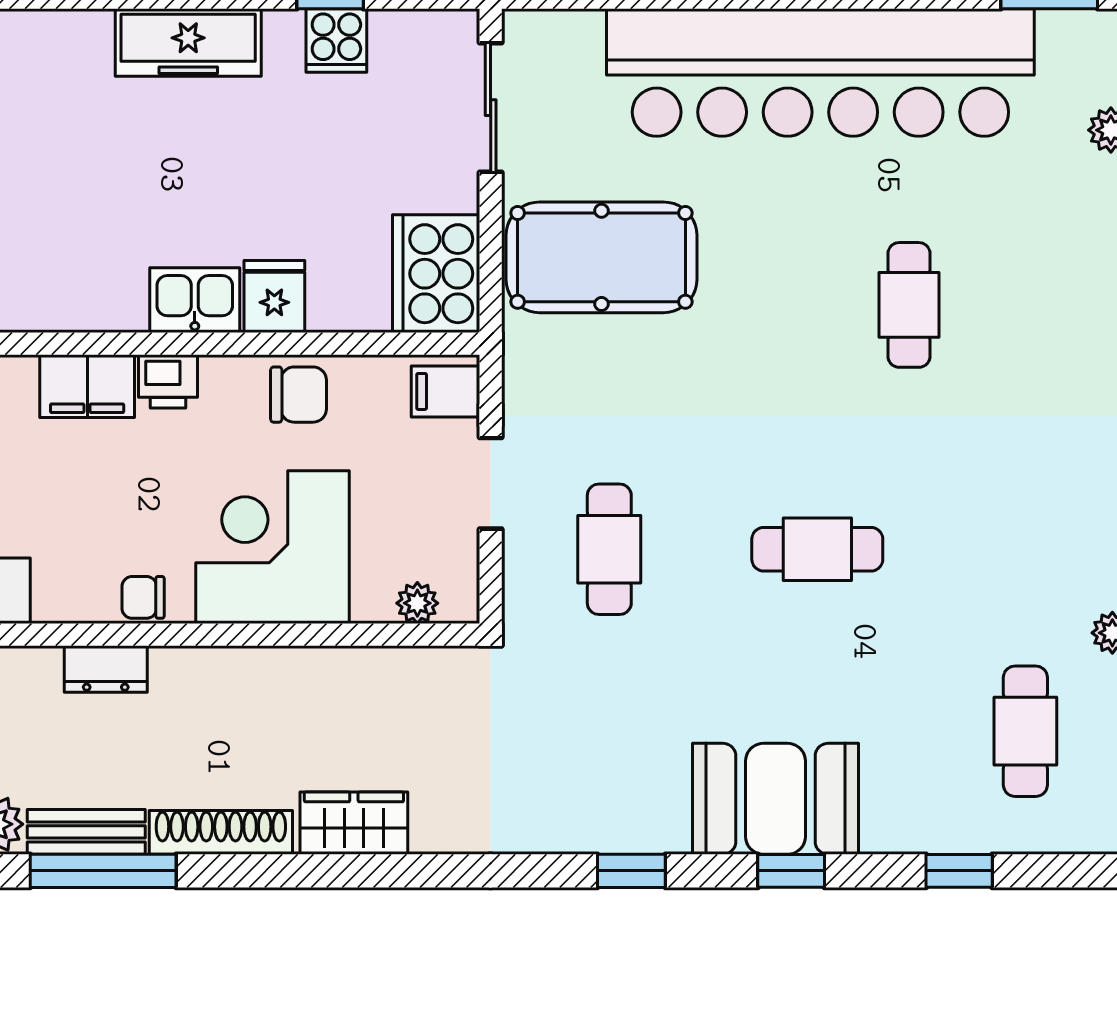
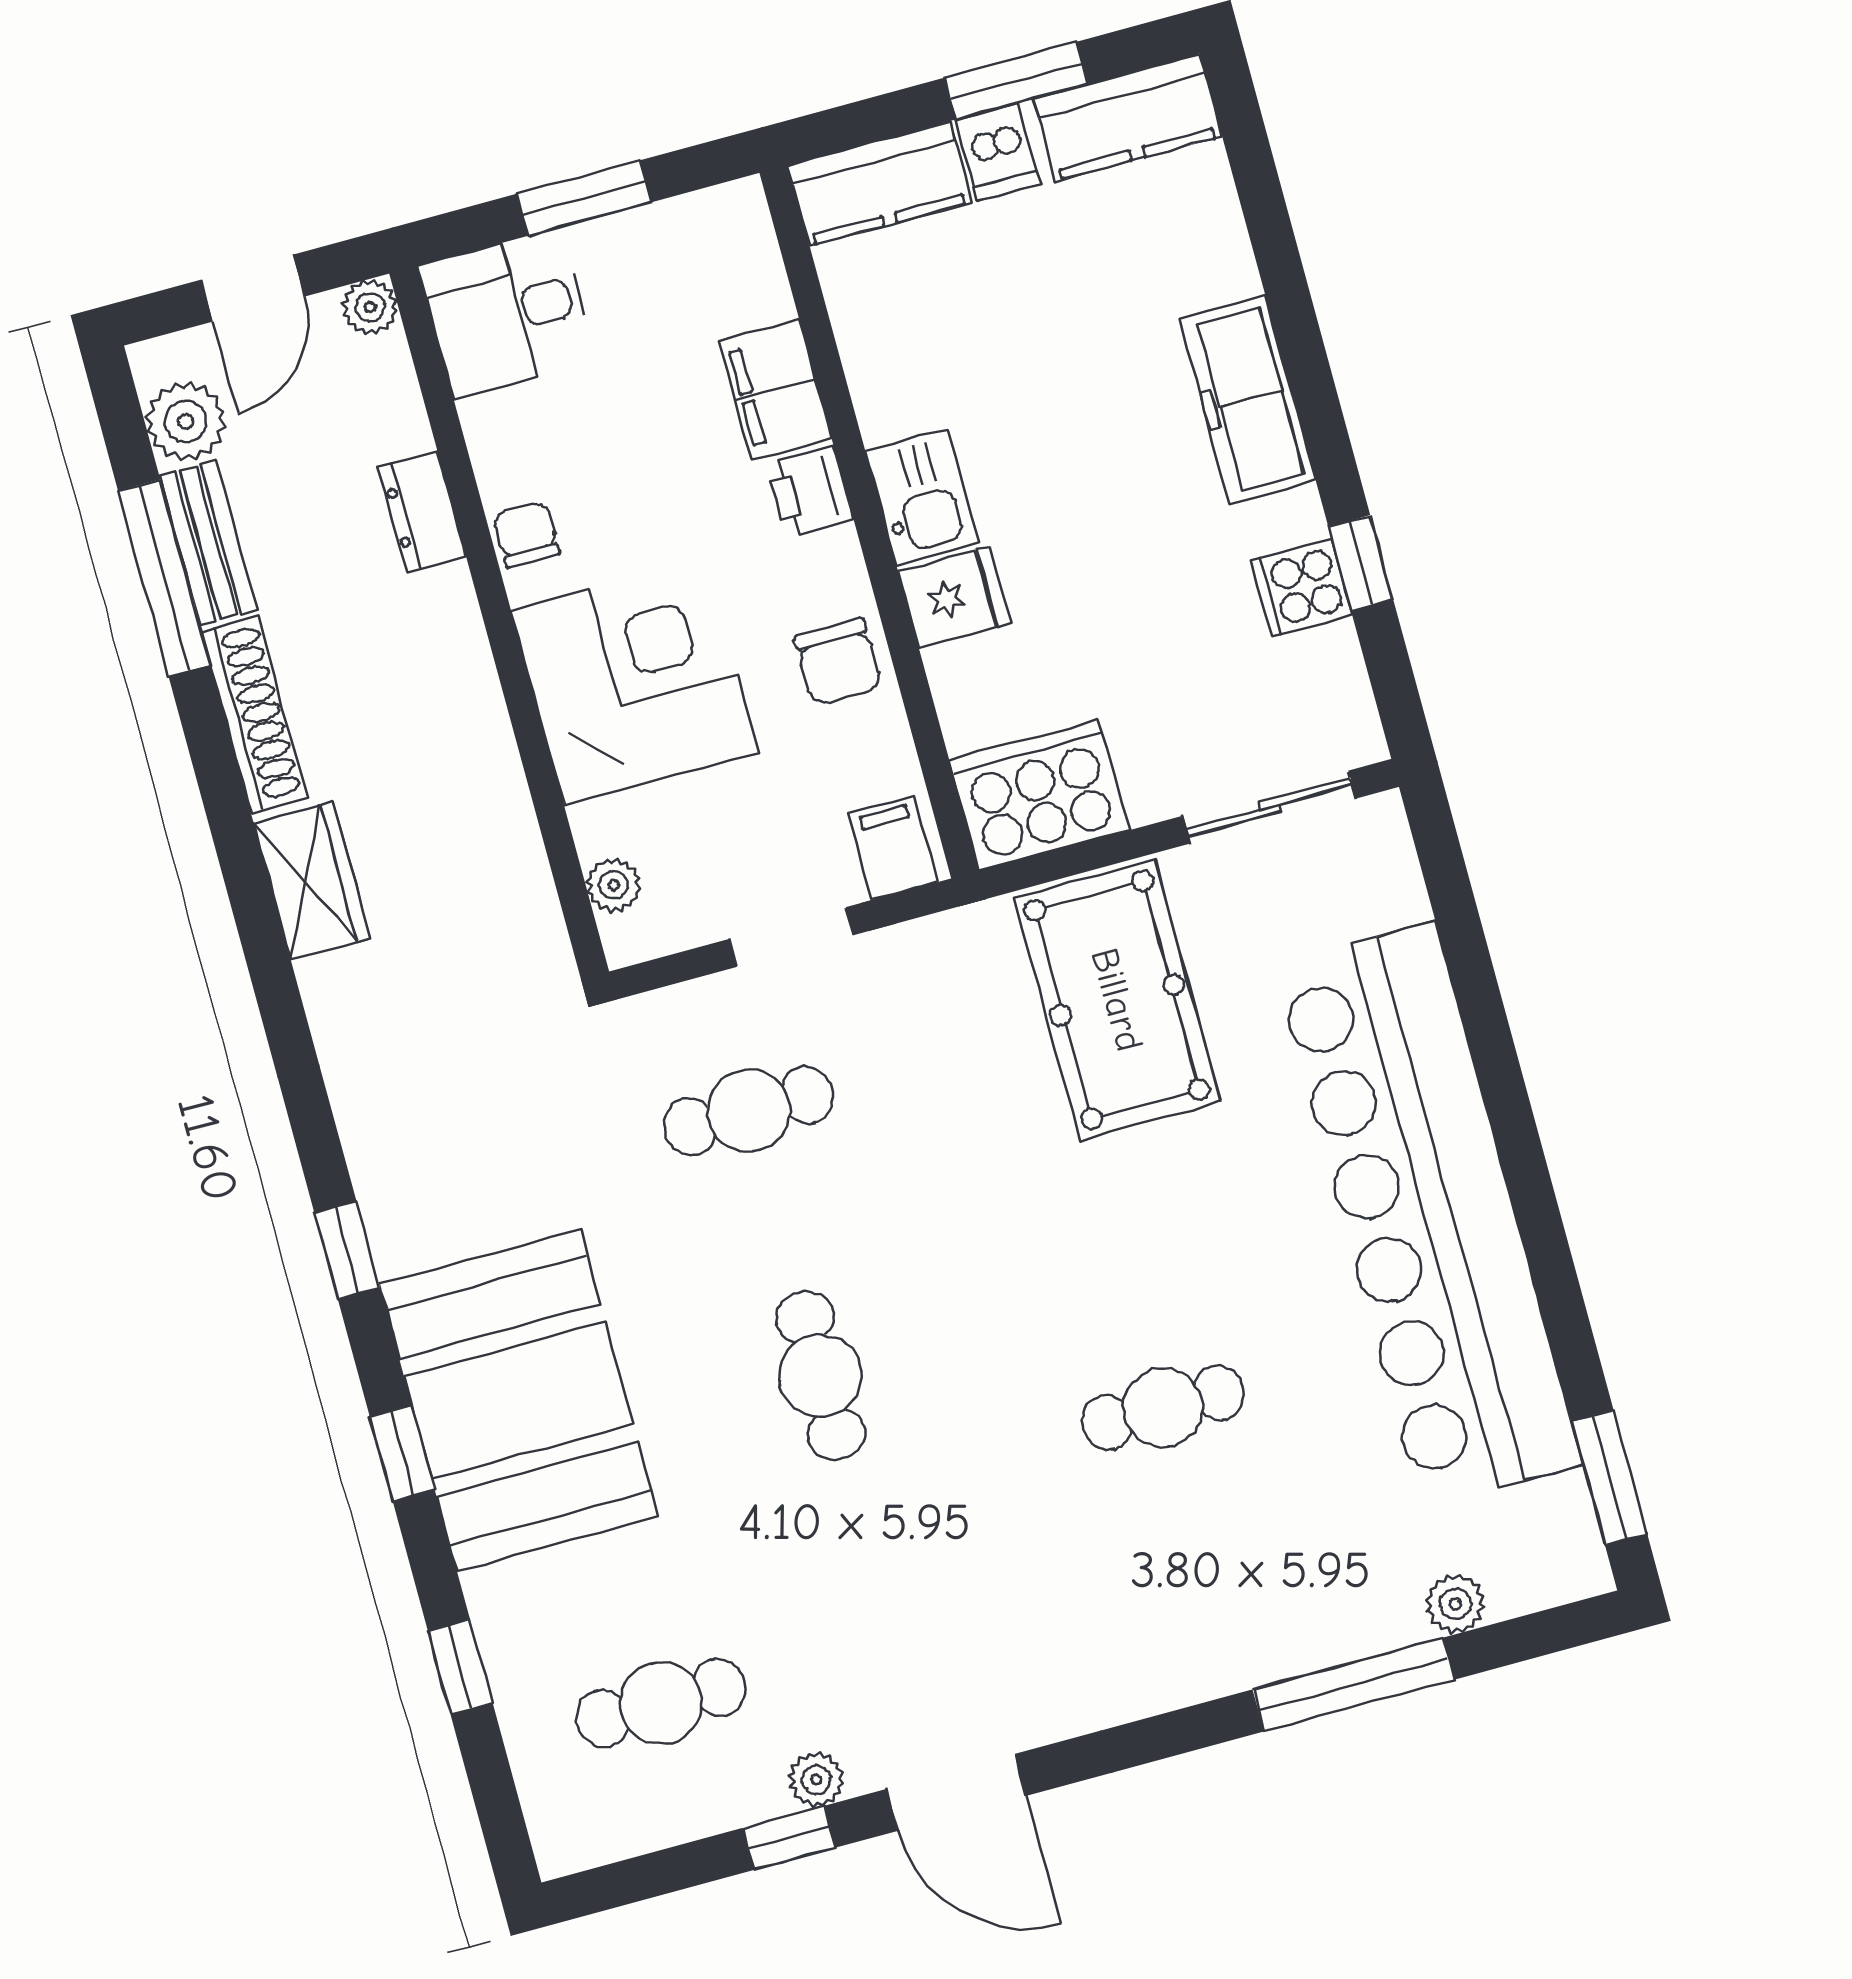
booth: (775, 799) -> (518, 1400), width x1.36, depth x1.42

